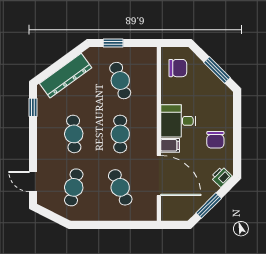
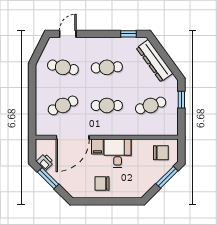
chair: (178, 68) -> (161, 153), turned -90
window: (217, 70) -> (167, 177), moved
printer: (221, 177) -> (45, 162), moved

